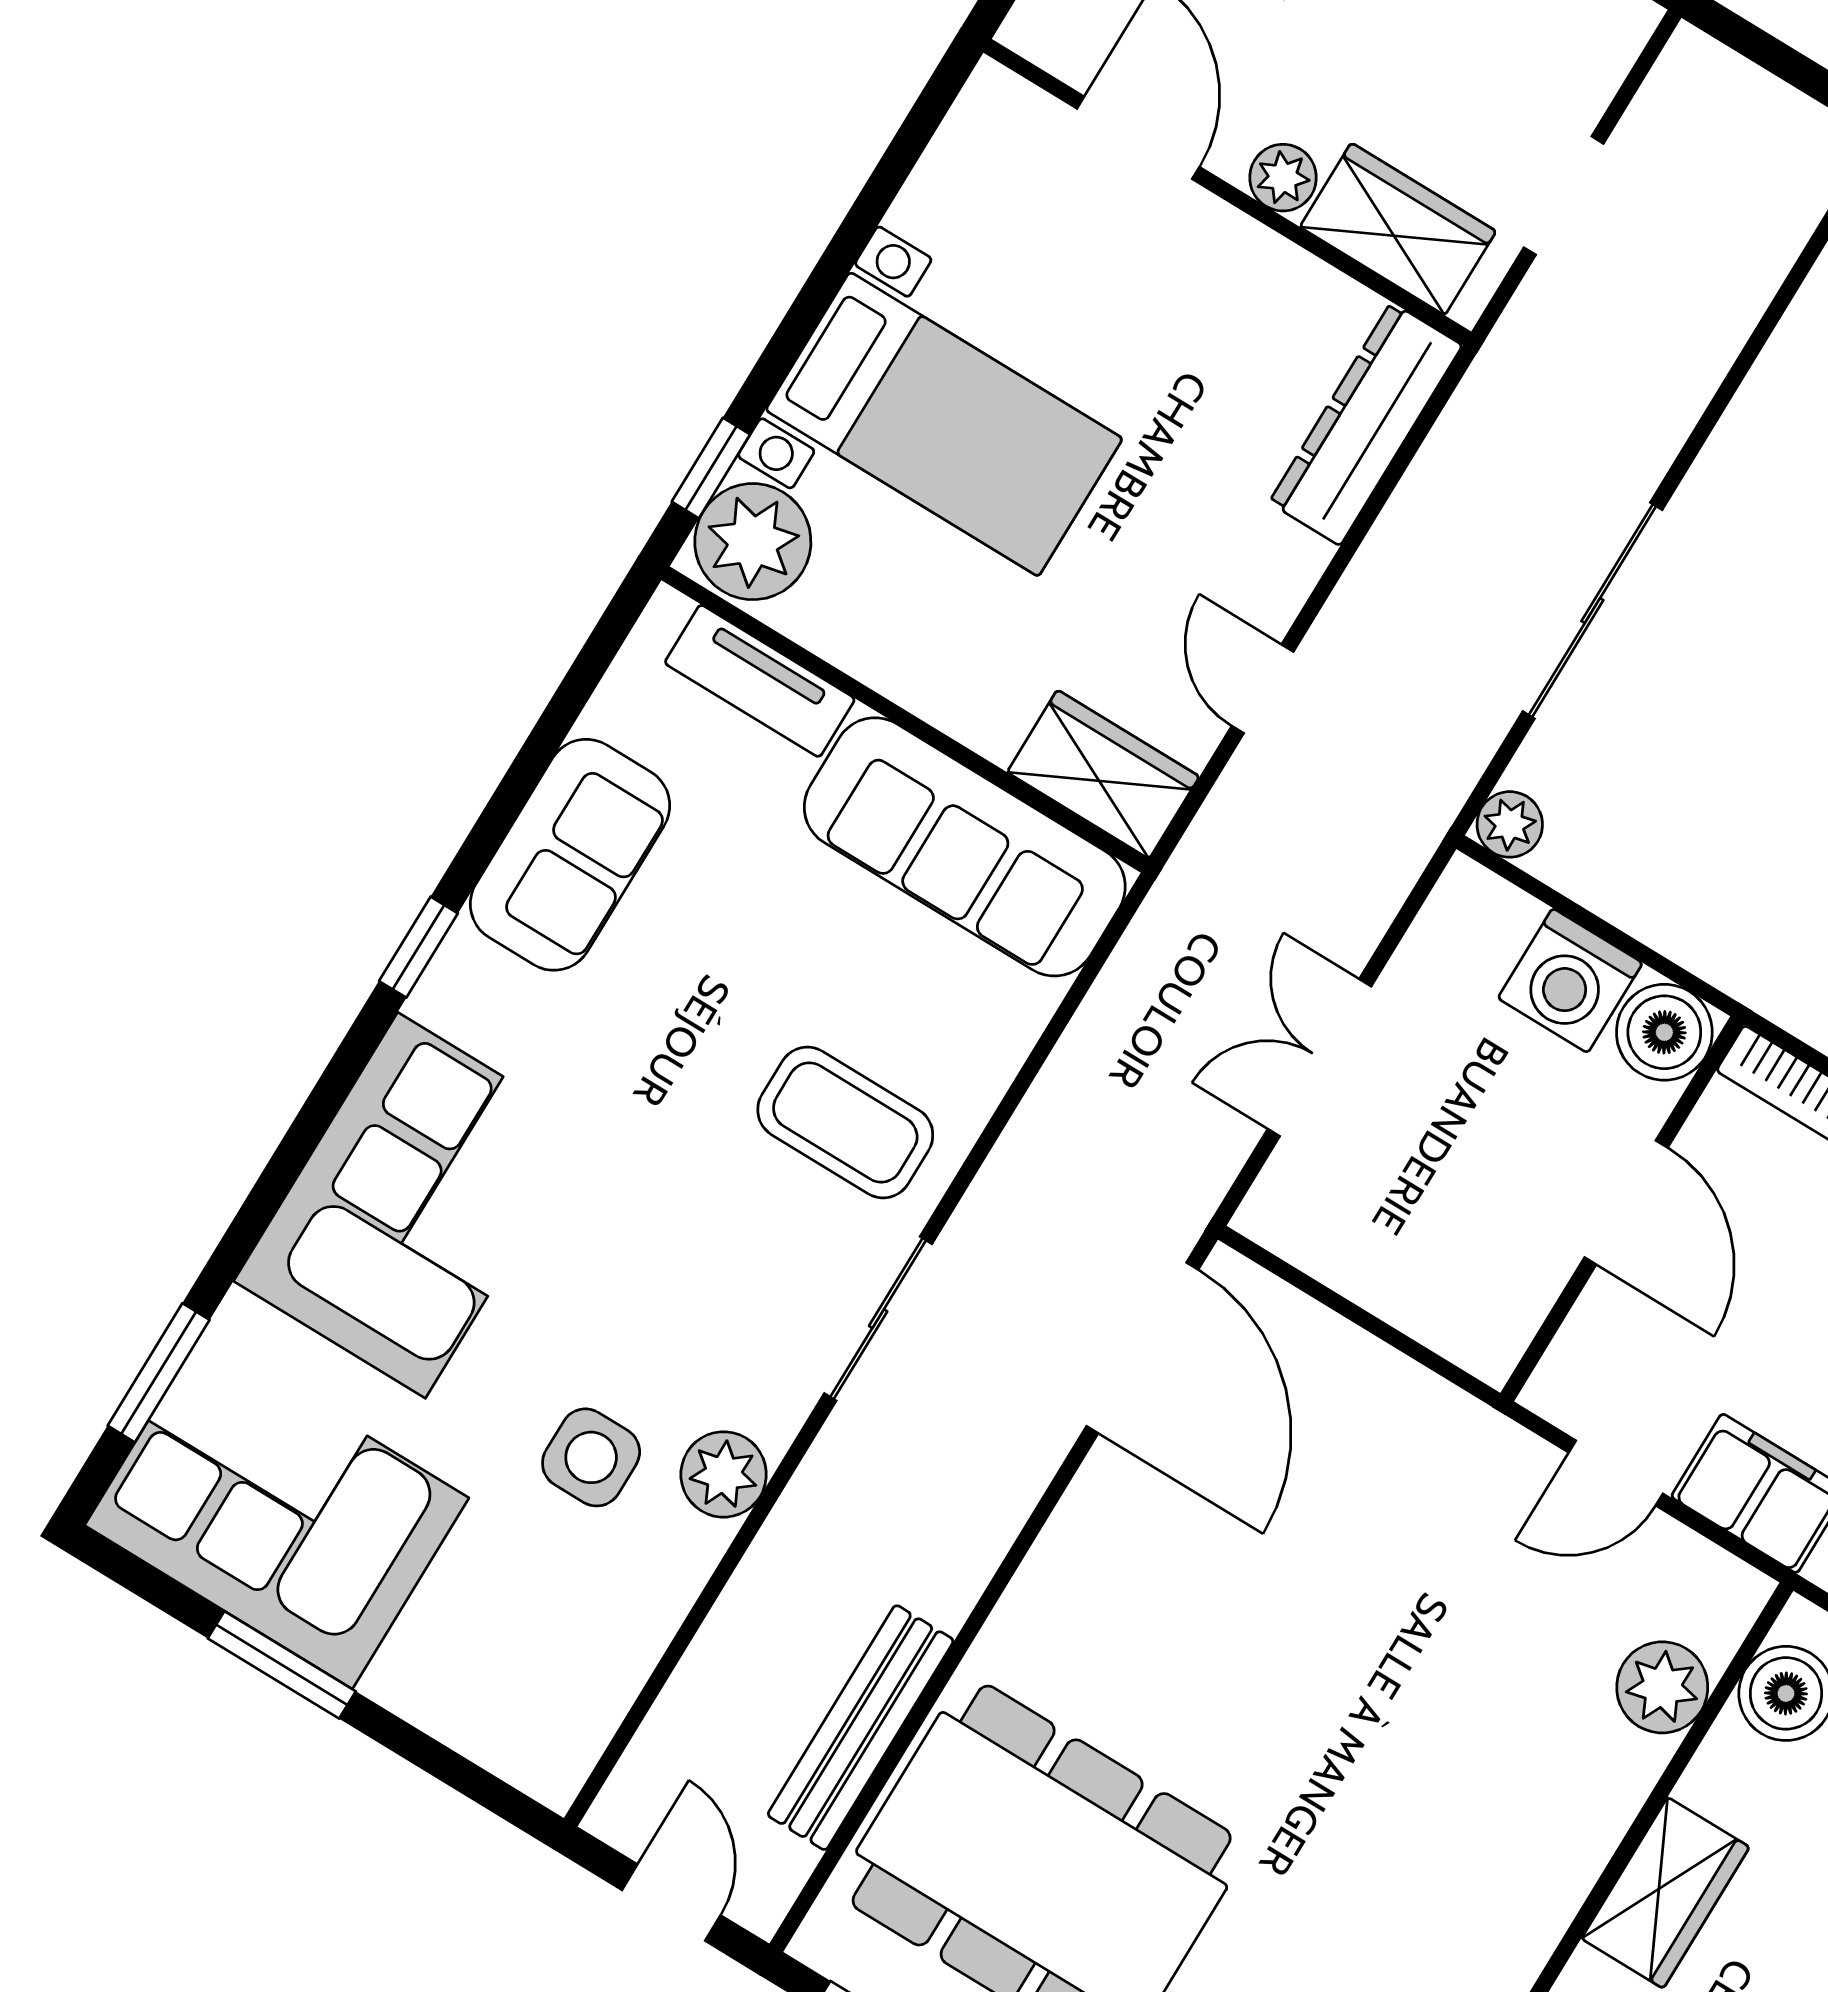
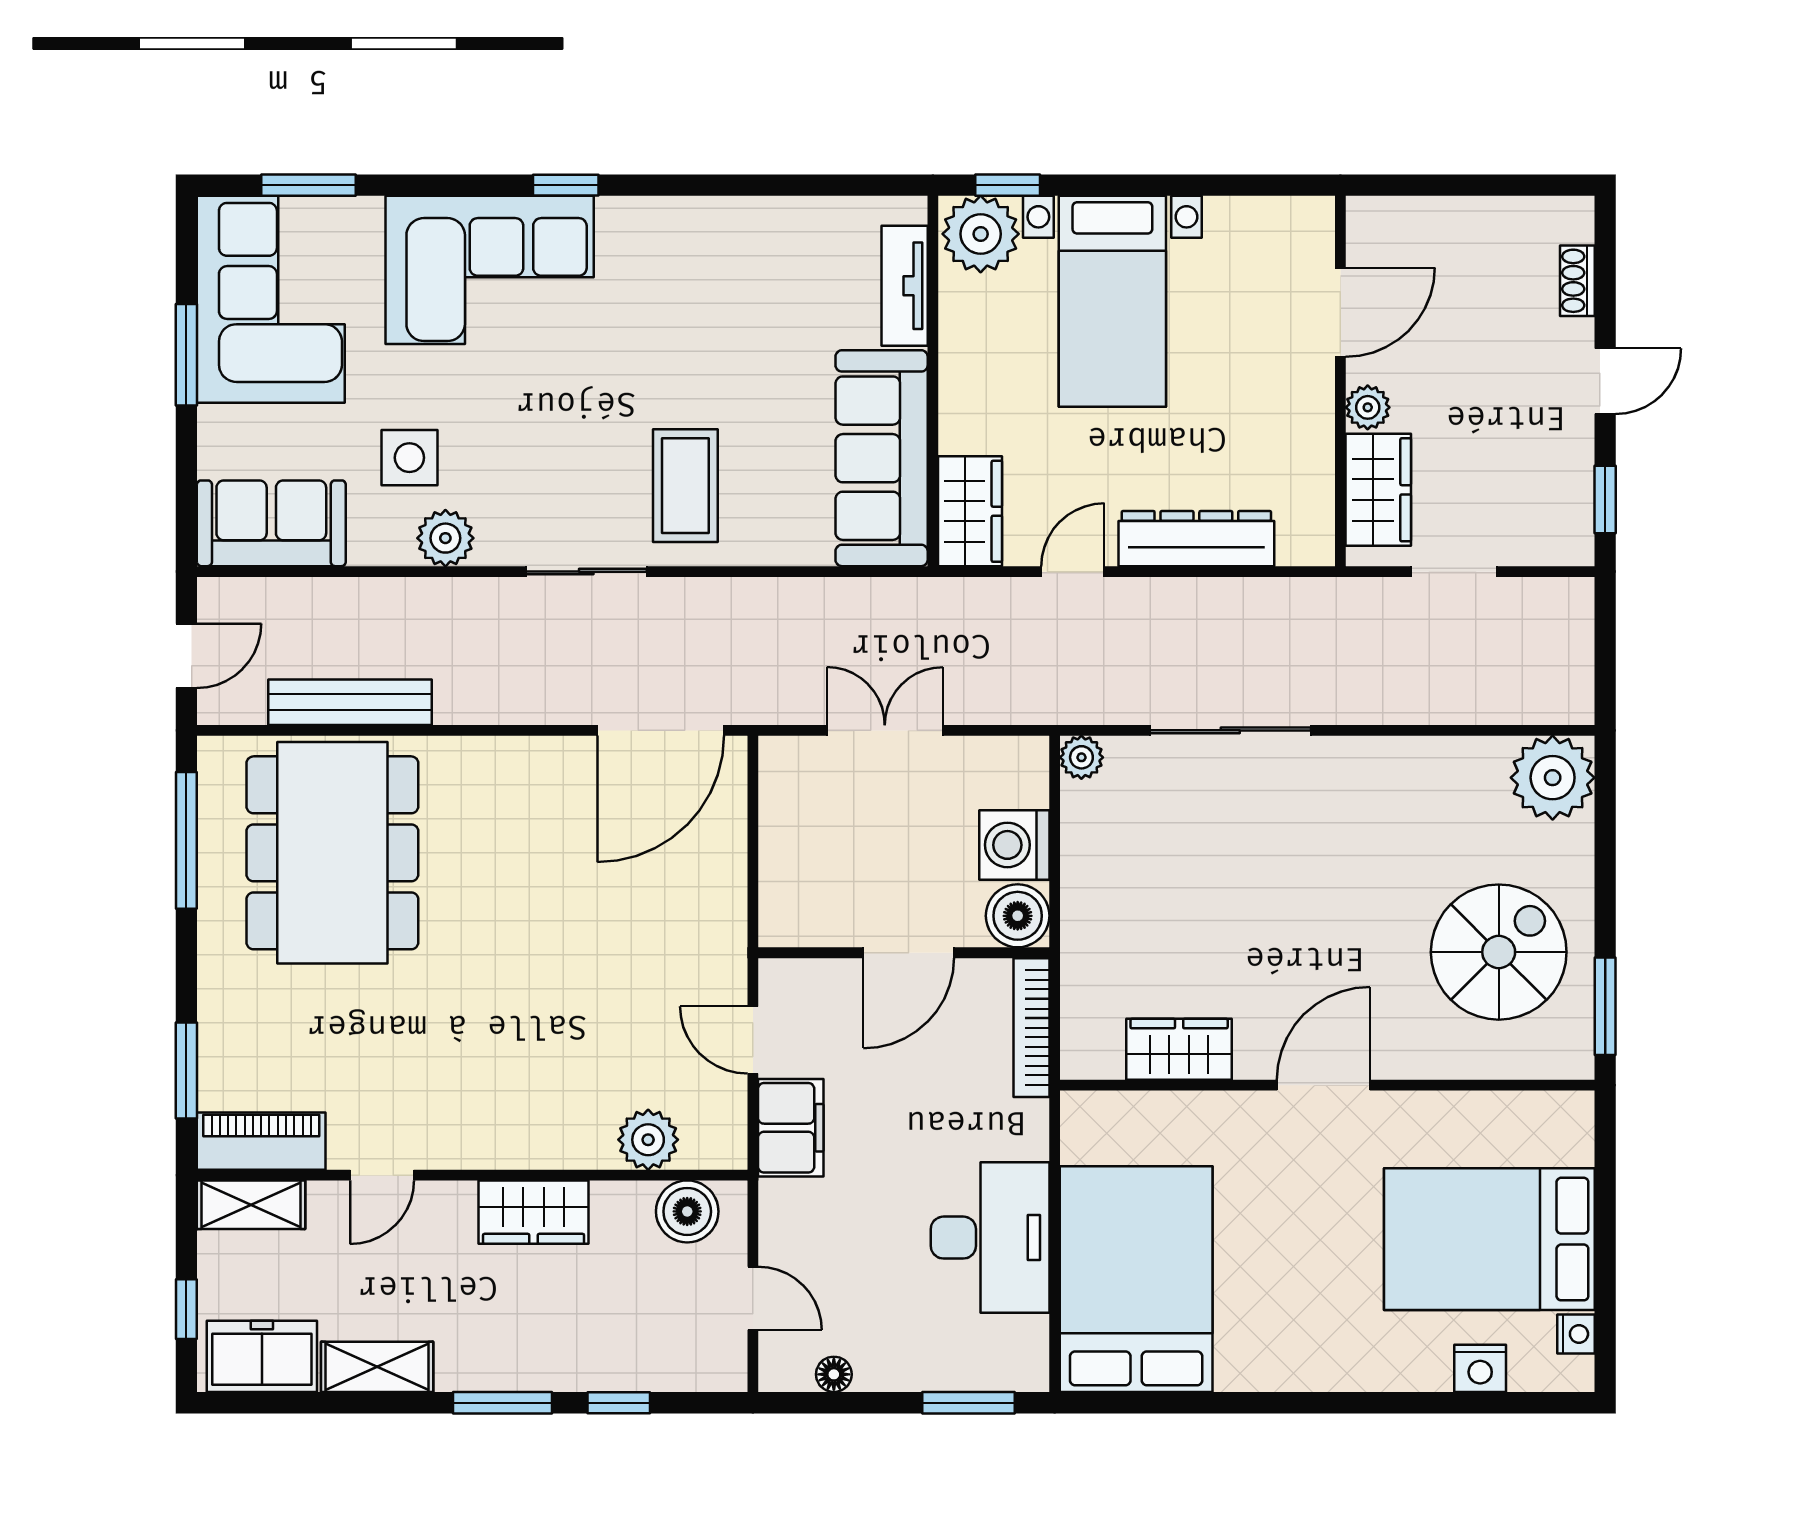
dresser: (1366, 424) -> (1196, 539), moved
sofa: (570, 855) -> (271, 523), moved, turned 180
window: (418, 947) -> (566, 185), moved

